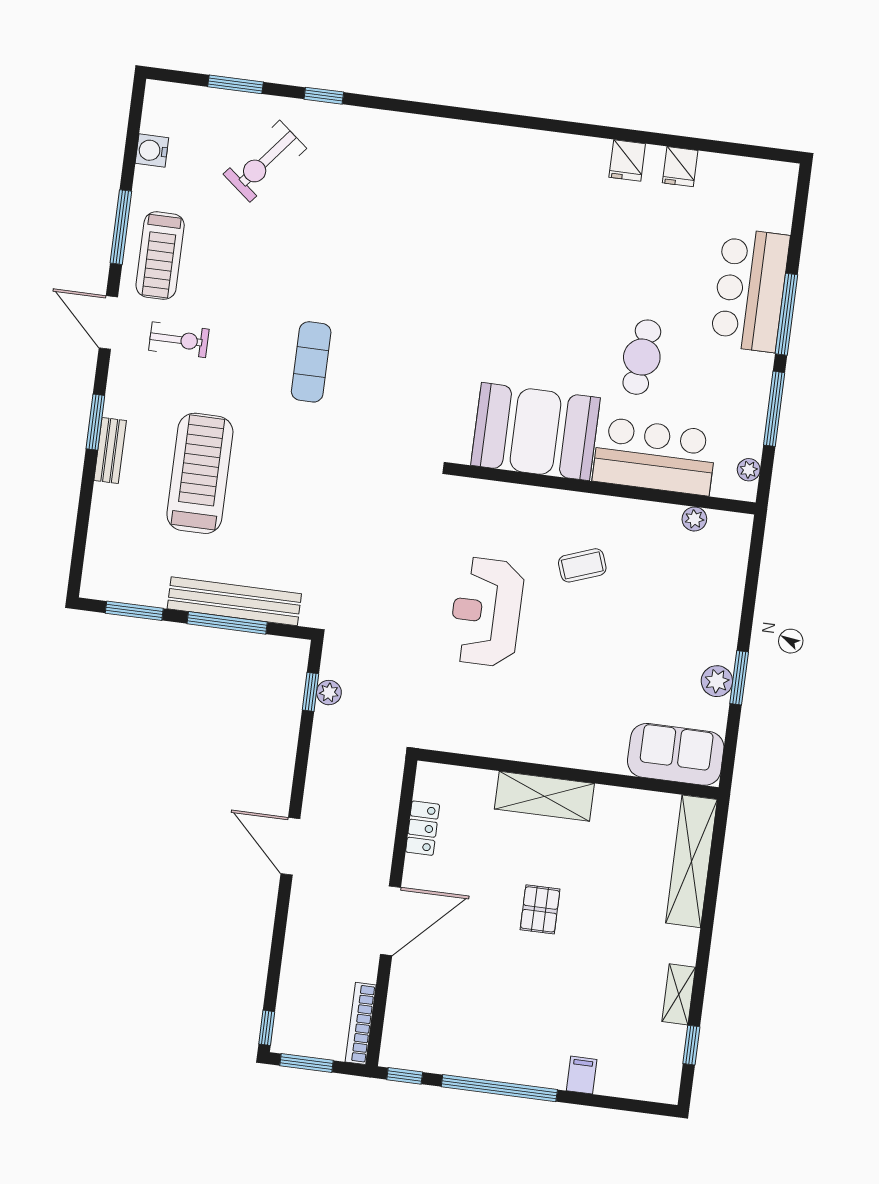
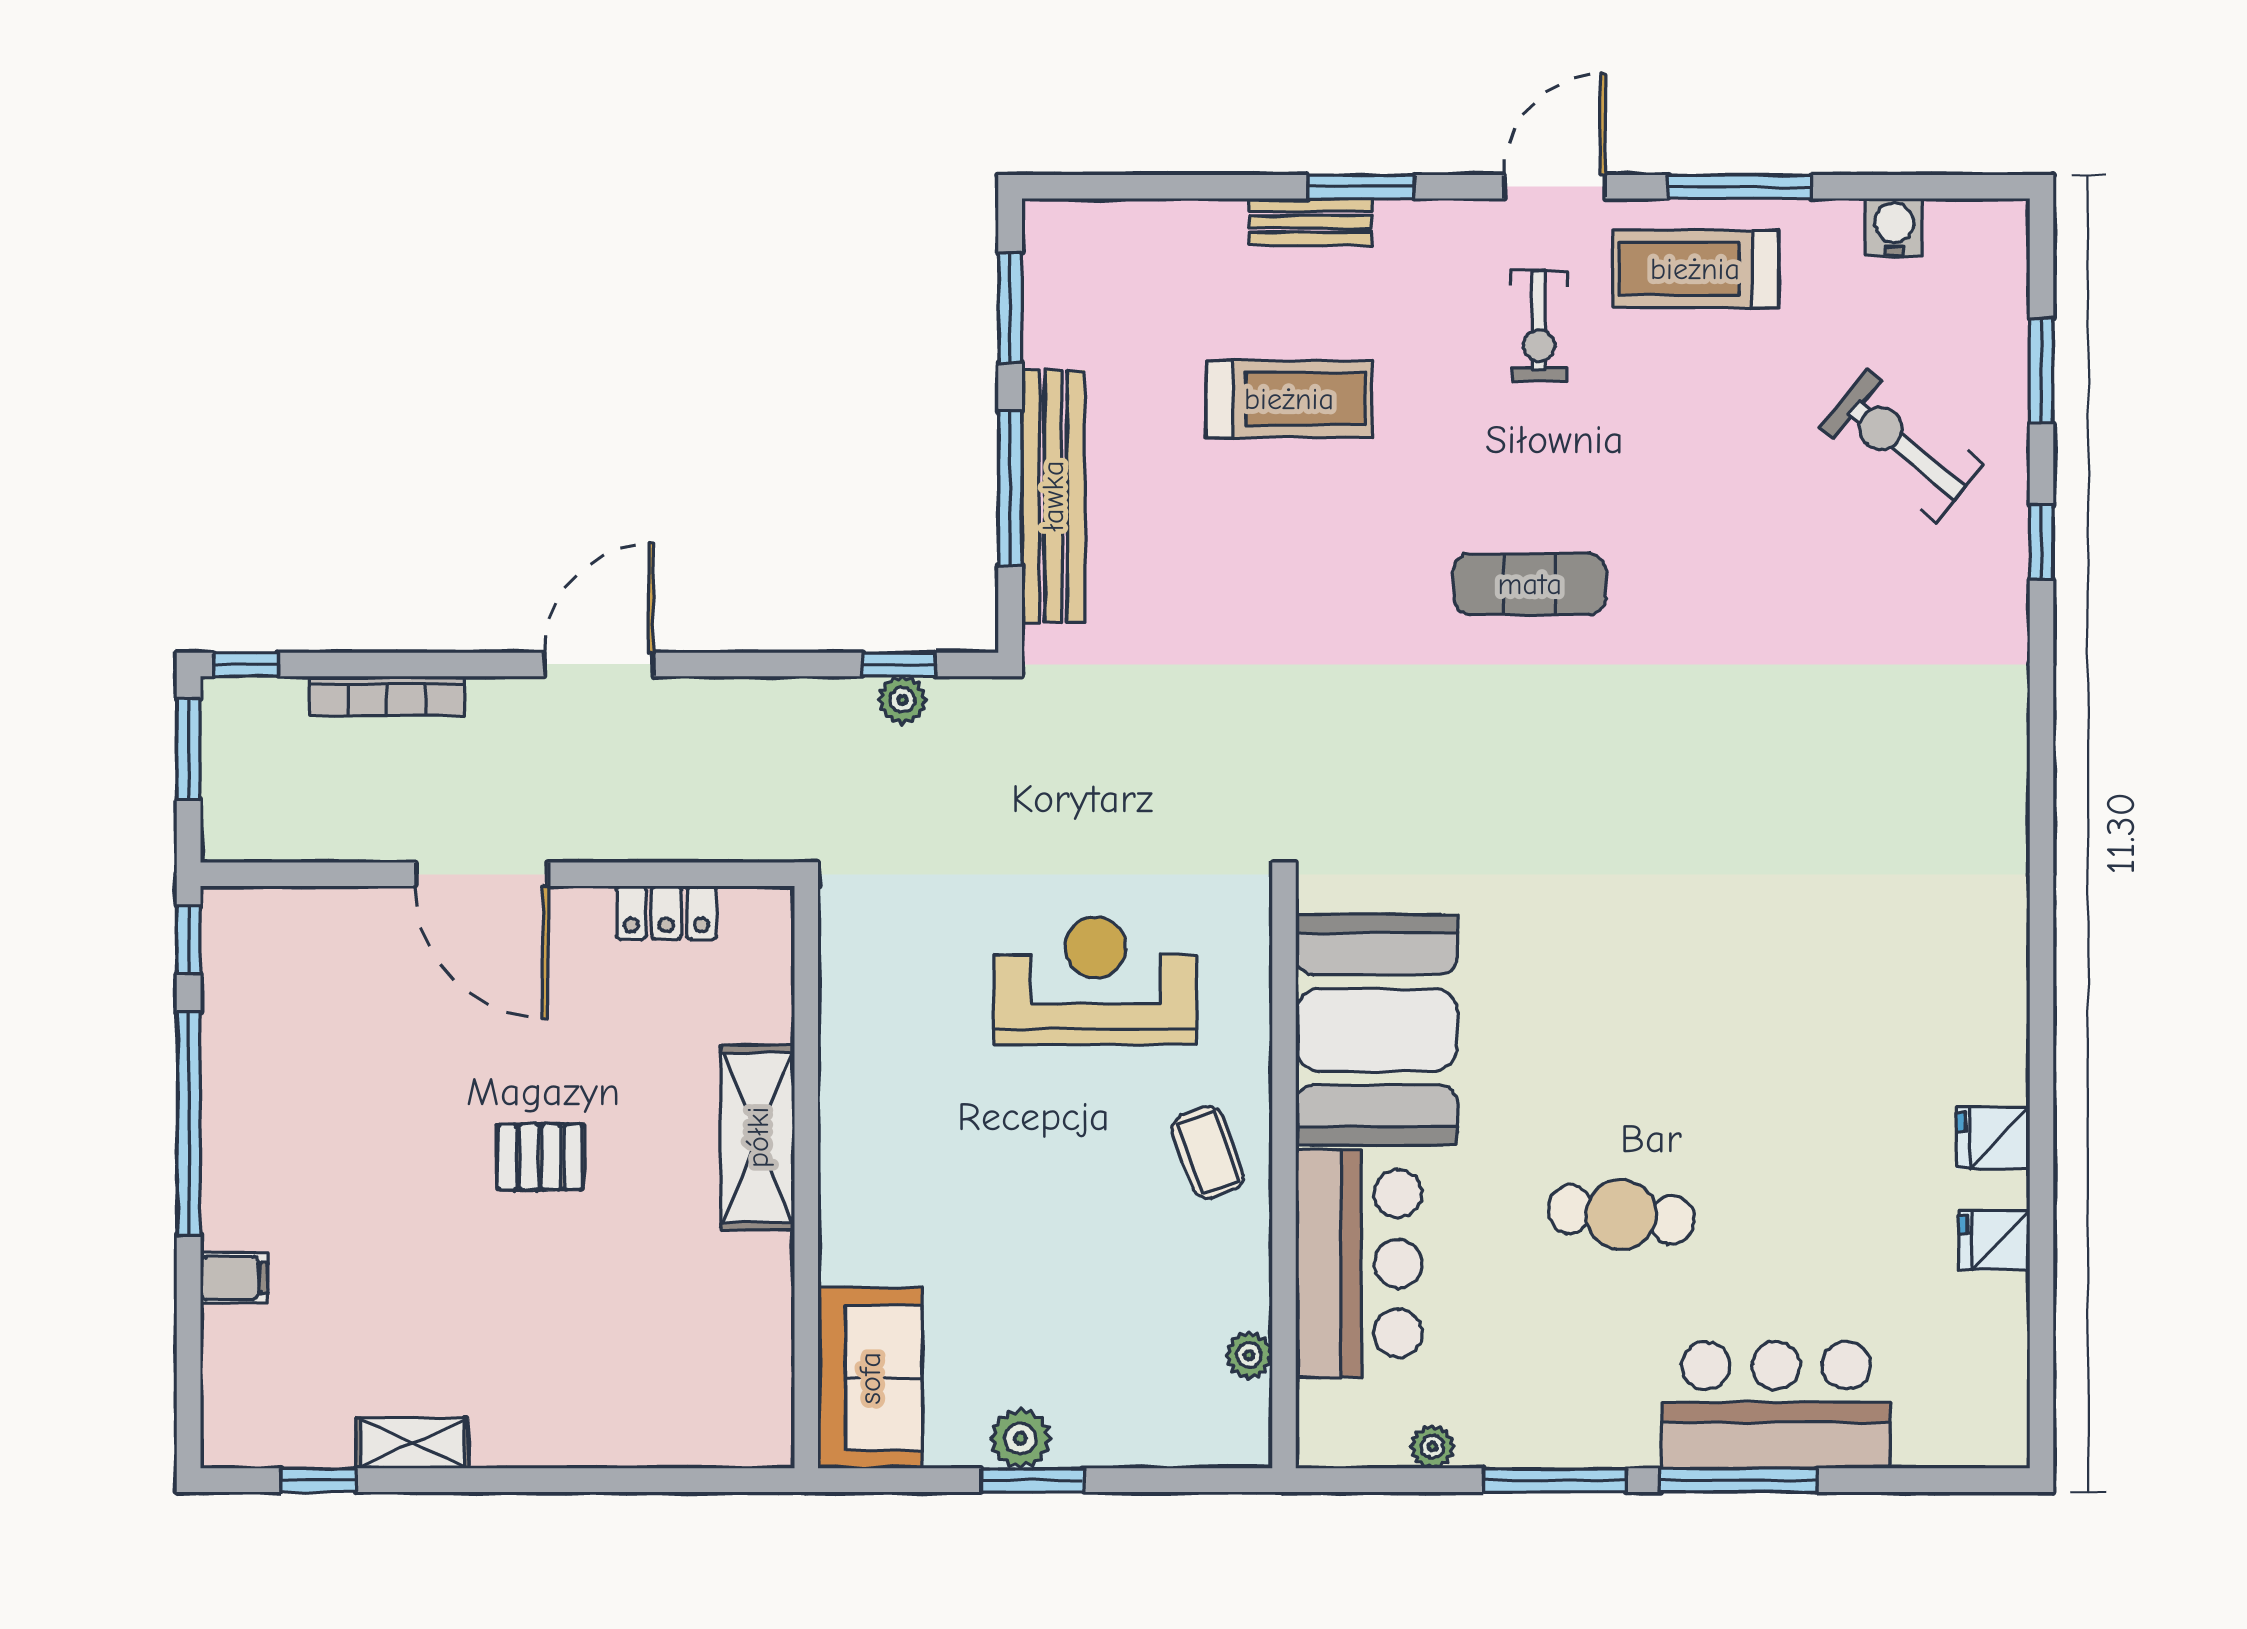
booth: (535, 432) -> (1377, 1030), moved
bar counter: (655, 456) -> (1359, 1264), moved
treadmill: (200, 473) -> (1289, 399), width x0.73, depth x0.73
wall: (605, 489) -> (1284, 1177), moved
plant: (694, 519) -> (1249, 1355), moved
shelving: (691, 861) -> (670, 1434), removed
bookcase: (361, 1023) -> (387, 696), moved, turned 180

